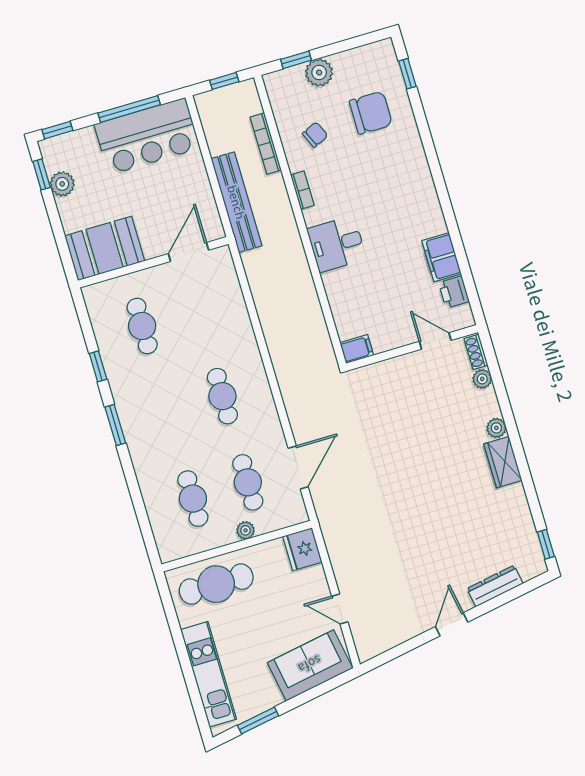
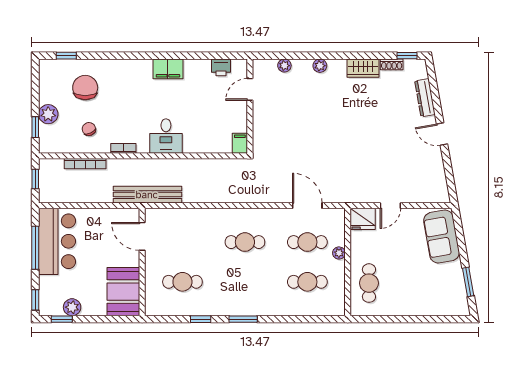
bench: (237, 202) -> (147, 195), moved
filing cabinet: (441, 257) -> (168, 69), moved
shoe rack: (476, 352) -> (392, 64), moved
wardrobe: (503, 462) -> (363, 68), moved
cafe table: (216, 584) -> (369, 283), width x0.73, depth x0.74
door: (340, 609) -> (390, 206), moved
kitchen unit: (209, 674) -> (428, 306), removed

